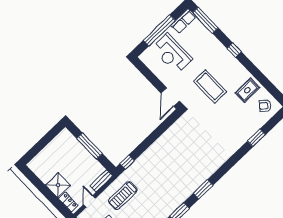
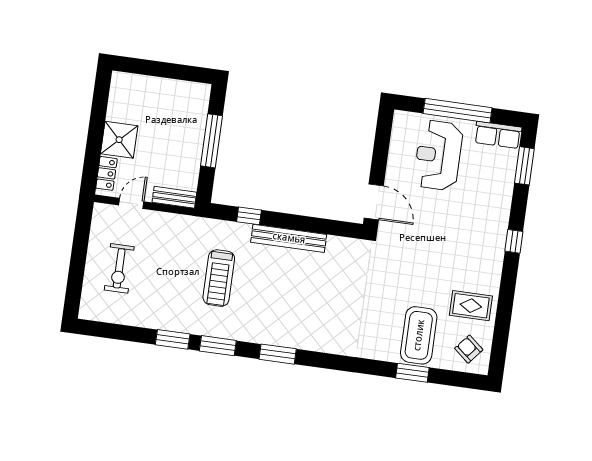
window: (205, 20) -> (524, 166), width x0.69
coffee table: (210, 86) -> (419, 335), moved
door: (170, 97) -> (374, 202), swing flipped
bench: (157, 146) -> (289, 238), added
window: (127, 162) -> (249, 216), moved
treadmill: (123, 196) -> (219, 278), moved, turned -90

